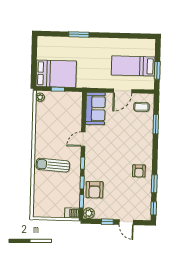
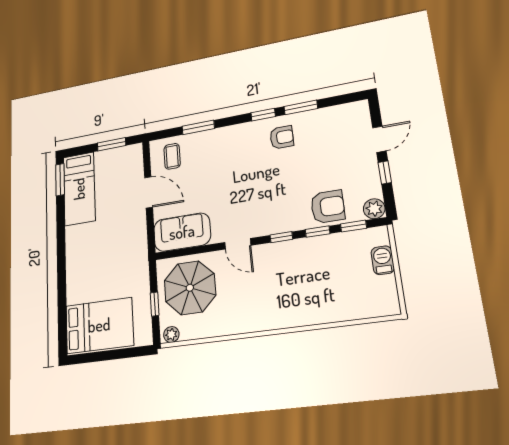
window: (79, 34) -> (60, 180), moved
bed: (133, 66) -> (79, 189), moved
bed: (56, 74) -> (99, 325), moved, turned 90
parasol: (64, 110) -> (190, 288), added
sun lounger: (53, 165) -> (293, 291), removed
window: (154, 208) -> (263, 115), moved
barbecue: (72, 213) -> (383, 260), moved

